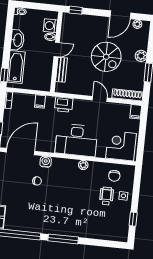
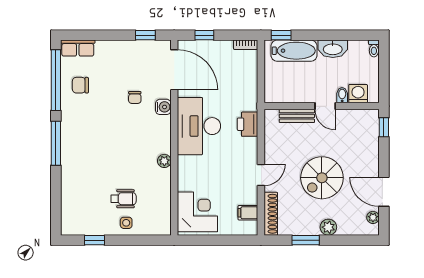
filing cabinet: (40, 101) -> (249, 90), removed
filing cabinet: (136, 112) -> (248, 213), moved
desk: (76, 140) -> (199, 126), moved
chair: (114, 176) -> (80, 85), moved

